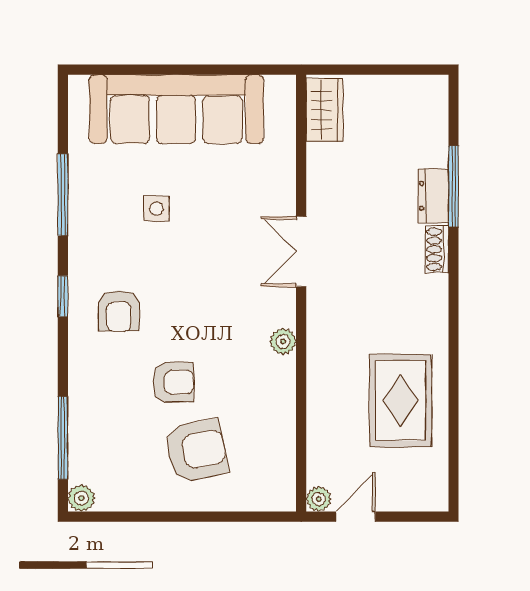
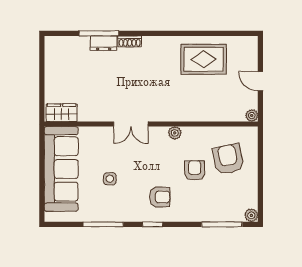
wardrobe: (324, 110) -> (62, 113), moved
double door: (301, 252) -> (131, 124), moved
wall: (301, 293) -> (151, 124), moved
plant: (283, 341) -> (175, 133), moved
plant: (319, 499) -> (252, 115), moved

